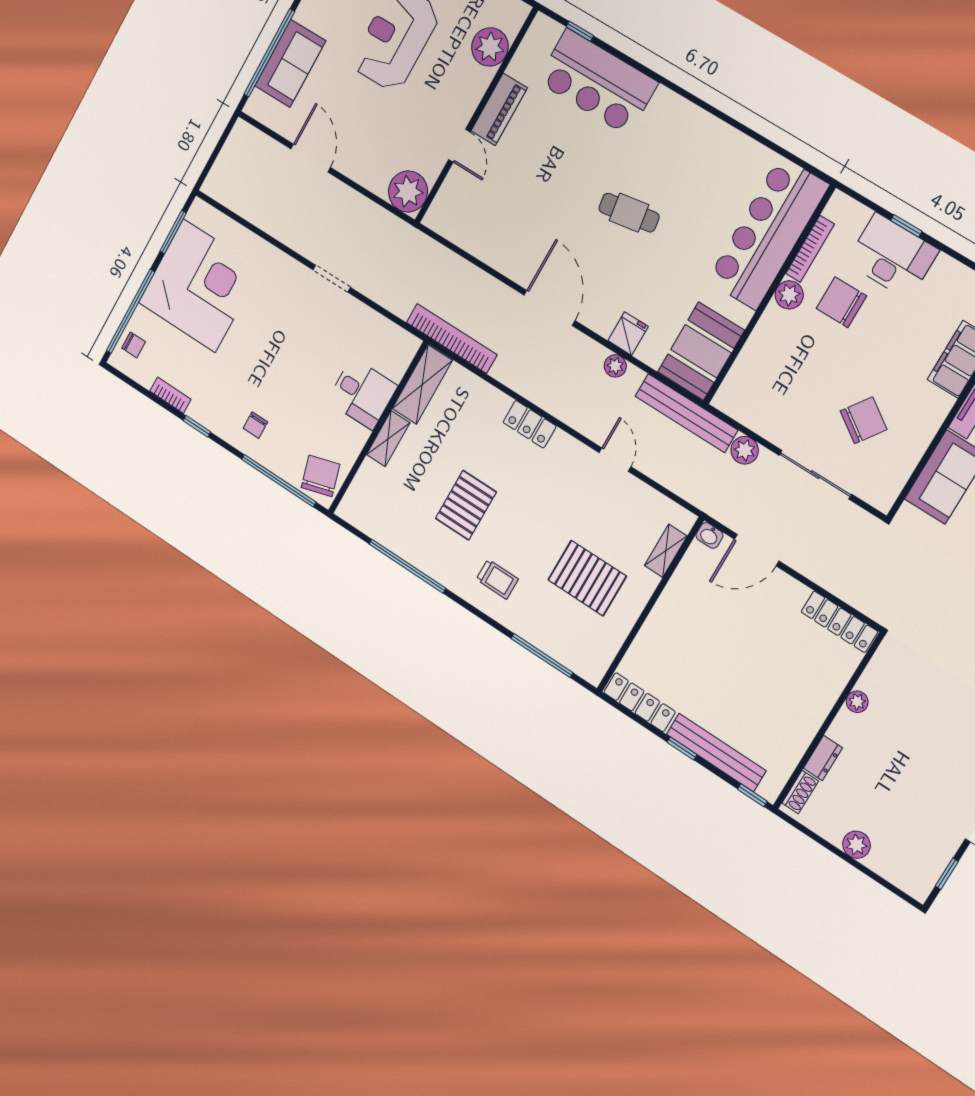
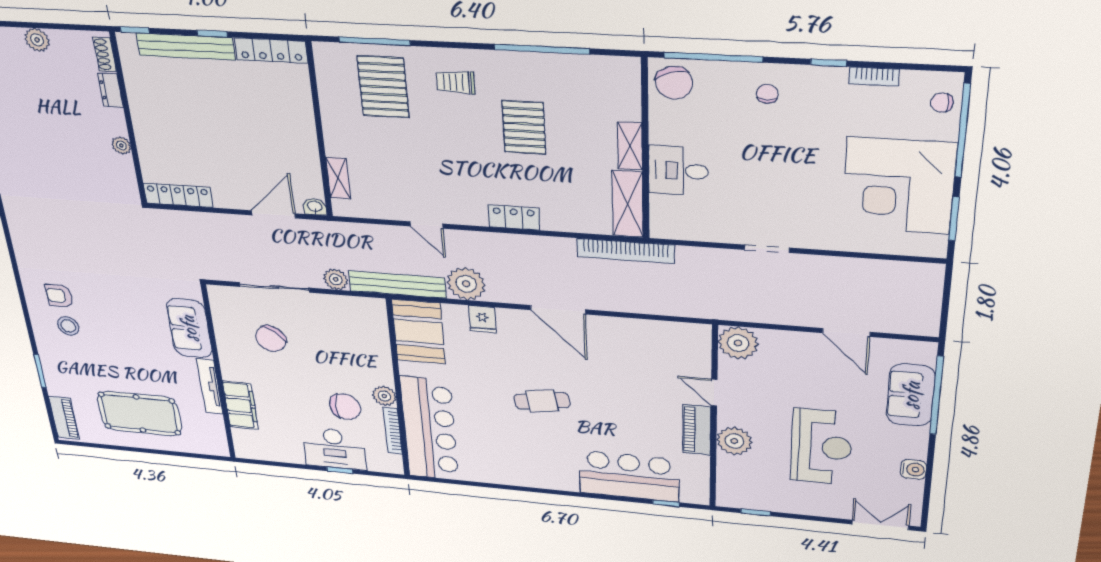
plant: (490, 47) -> (734, 441), moved
plant: (615, 366) -> (466, 284), width x1.88, depth x1.88
pallet: (587, 578) -> (383, 87), moved, turned 90

